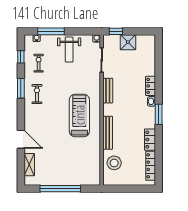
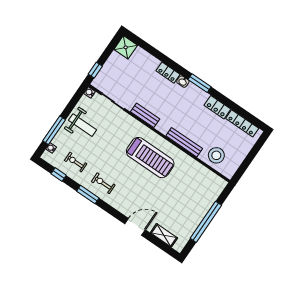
shower: (128, 42) -> (126, 47), moved
treadmill: (79, 115) -> (150, 158), turned 180

